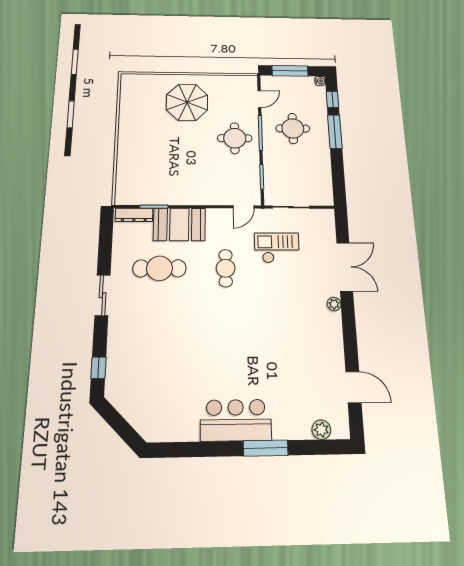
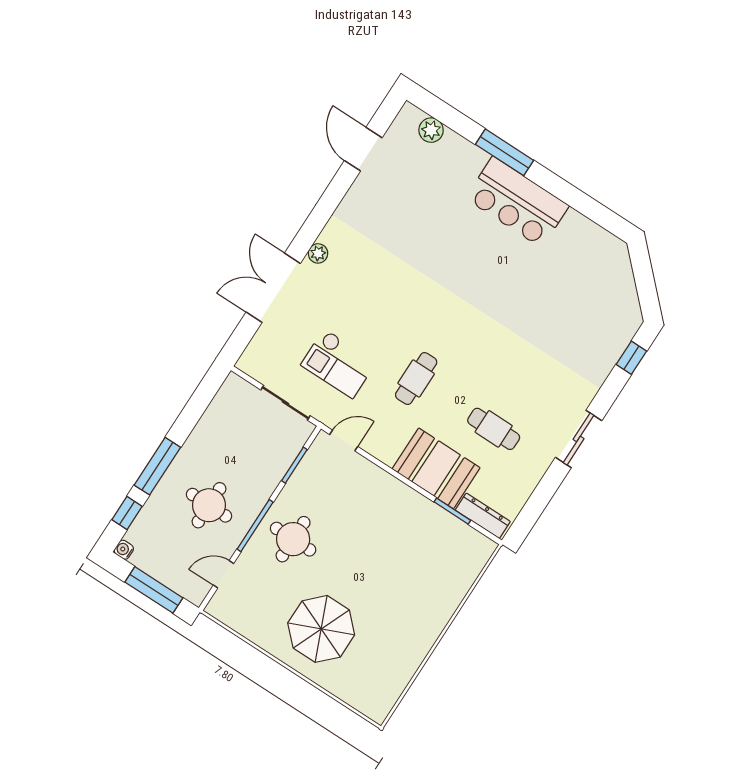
cafe table: (159, 268) -> (494, 429), width x0.73, depth x0.74

